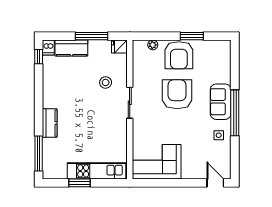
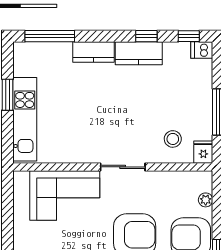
kitchen counter: (71, 48) -> (139, 53), moved, turned -90
stool: (106, 82) -> (173, 139), moved
window: (39, 86) -> (146, 36), added
corner sofa: (157, 162) -> (65, 195), moved, turned 90

